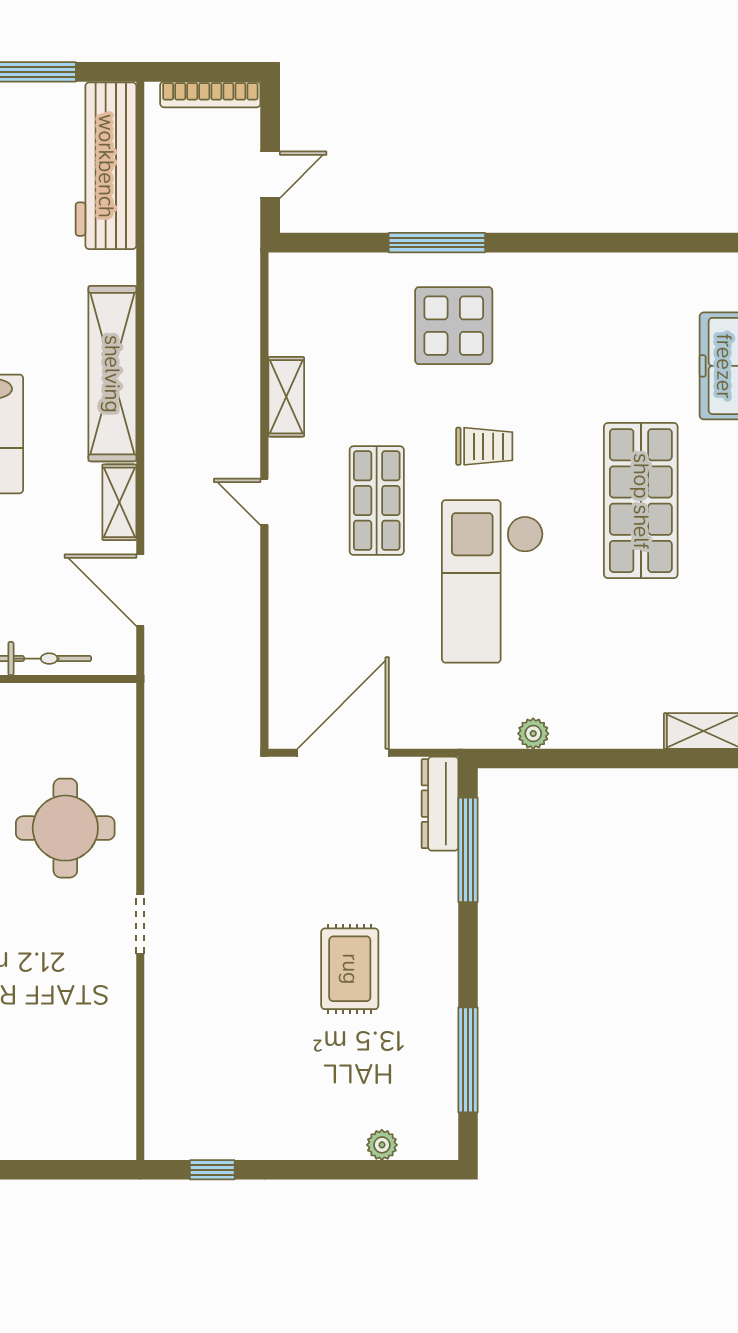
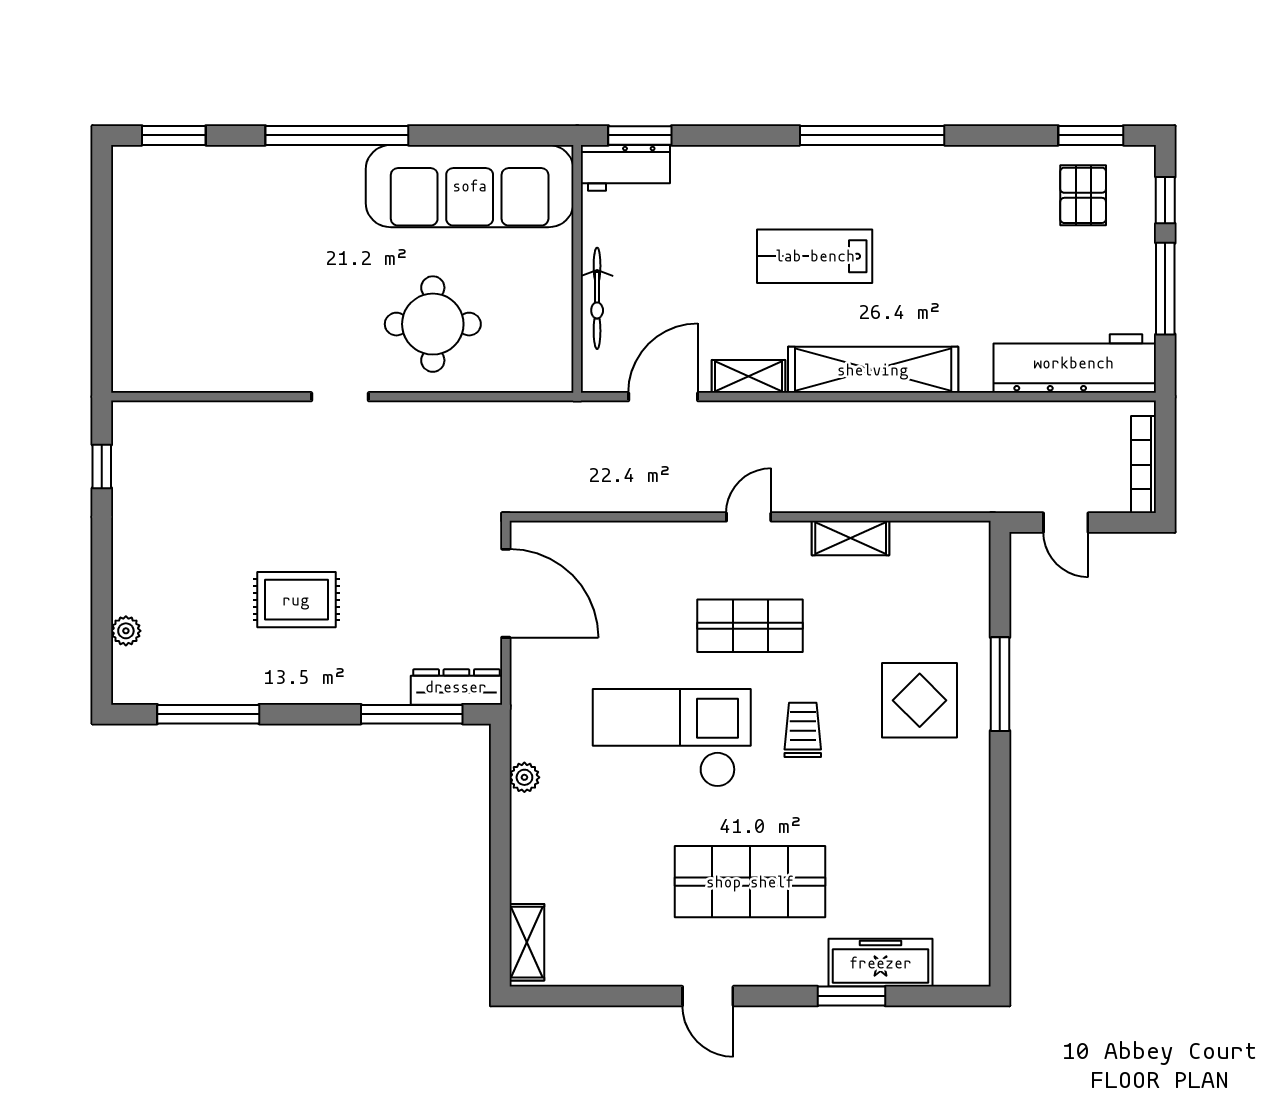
trolley: (484, 446) -> (803, 730), turned 180

